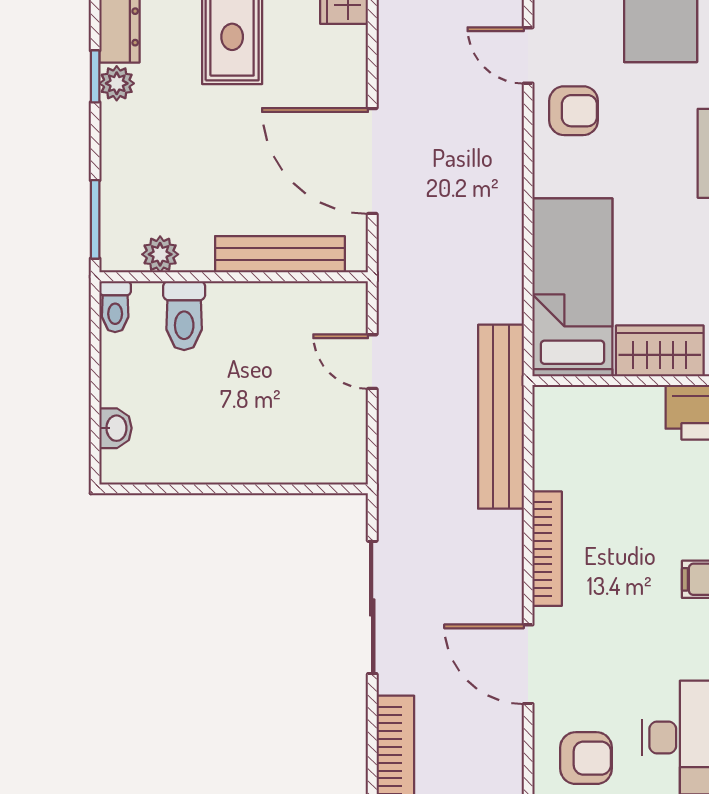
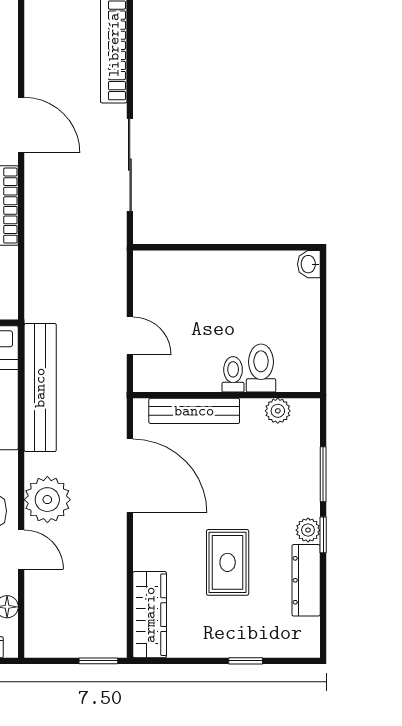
plant: (491, 127) -> (47, 500), added
window: (95, 219) -> (323, 474), moved
toilet: (115, 307) -> (233, 374), moved
bench: (501, 417) -> (40, 388), moved
washbasin: (115, 428) -> (309, 264), moved

